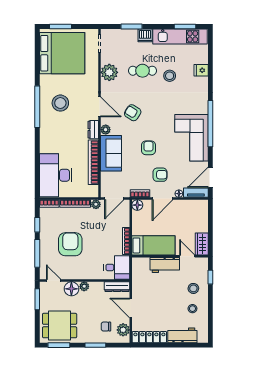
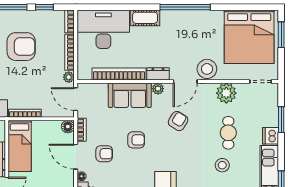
stool: (60, 103) -> (207, 69), moved
cot: (46, 140) -> (145, 18), added
armchair: (160, 175) -> (104, 154), turned -90

